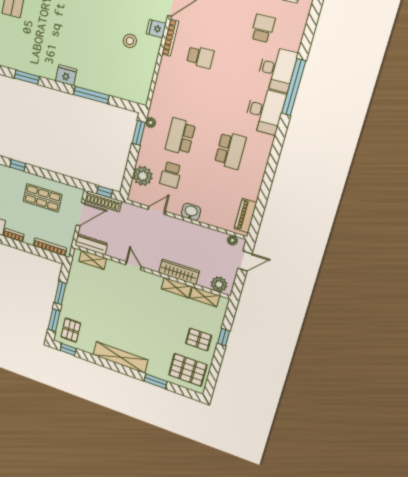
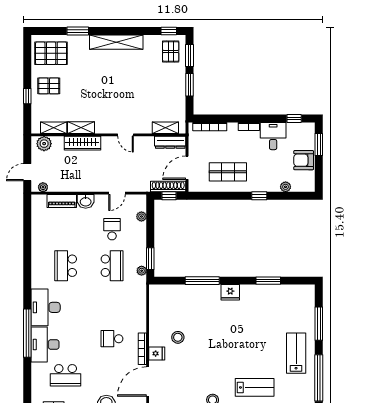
school desk: (263, 28) -> (66, 375), width x1.85
plant: (143, 176) -> (141, 216), width x0.53, depth x0.53
piano: (245, 216) -> (62, 201), moved, turned 90

